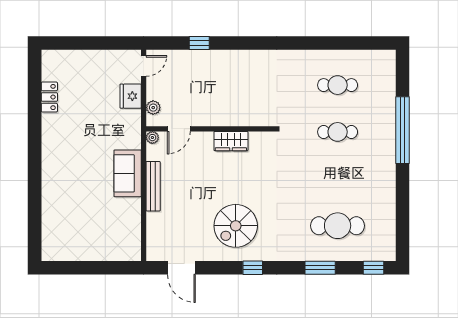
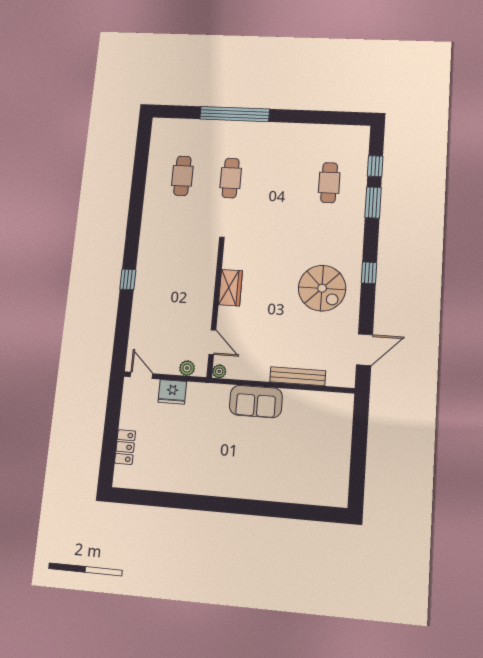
window: (199, 43) -> (128, 279), moved
locker: (49, 97) -> (125, 447), moved, turned 90
bench: (153, 186) -> (298, 376), moved
cafe table: (338, 226) -> (329, 183), width x0.73, depth x0.74
window: (374, 268) -> (375, 166), moved

